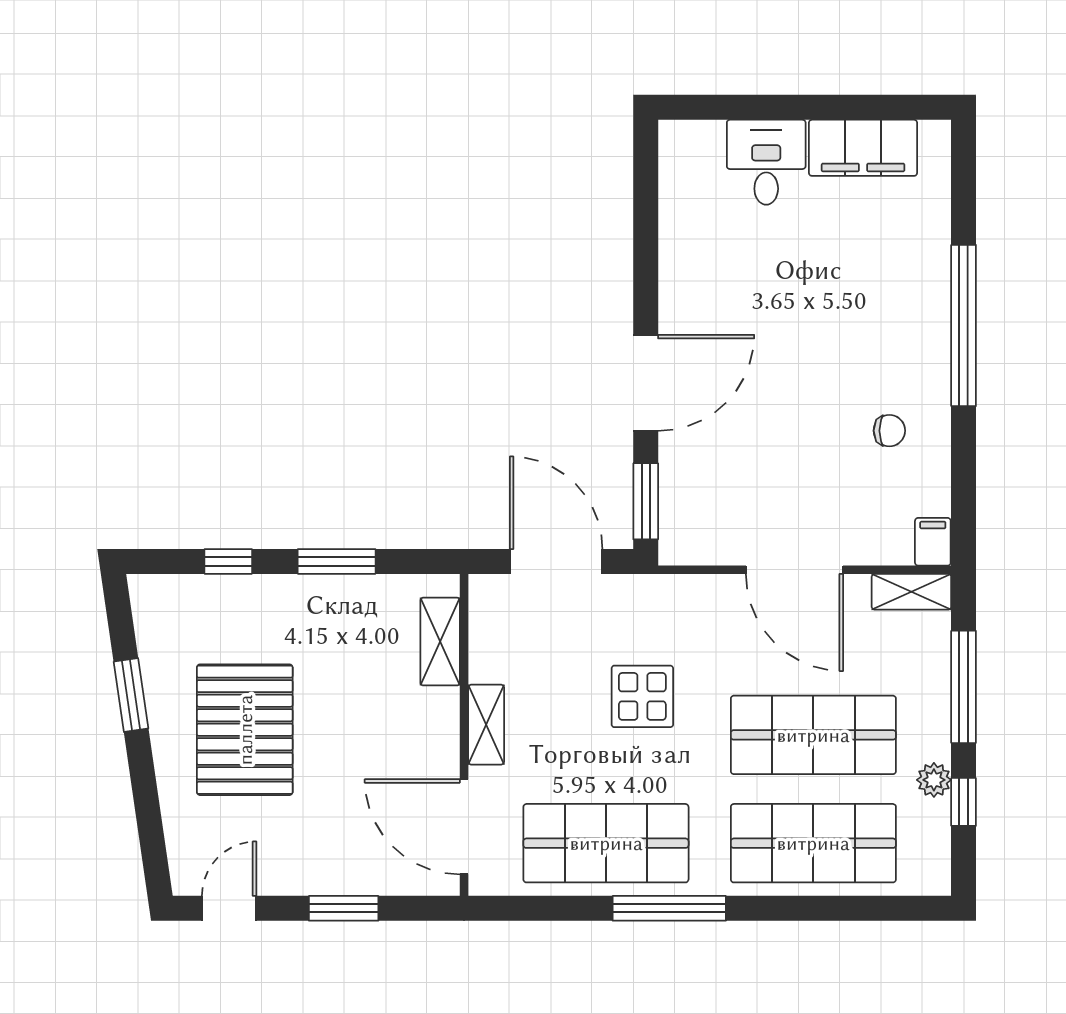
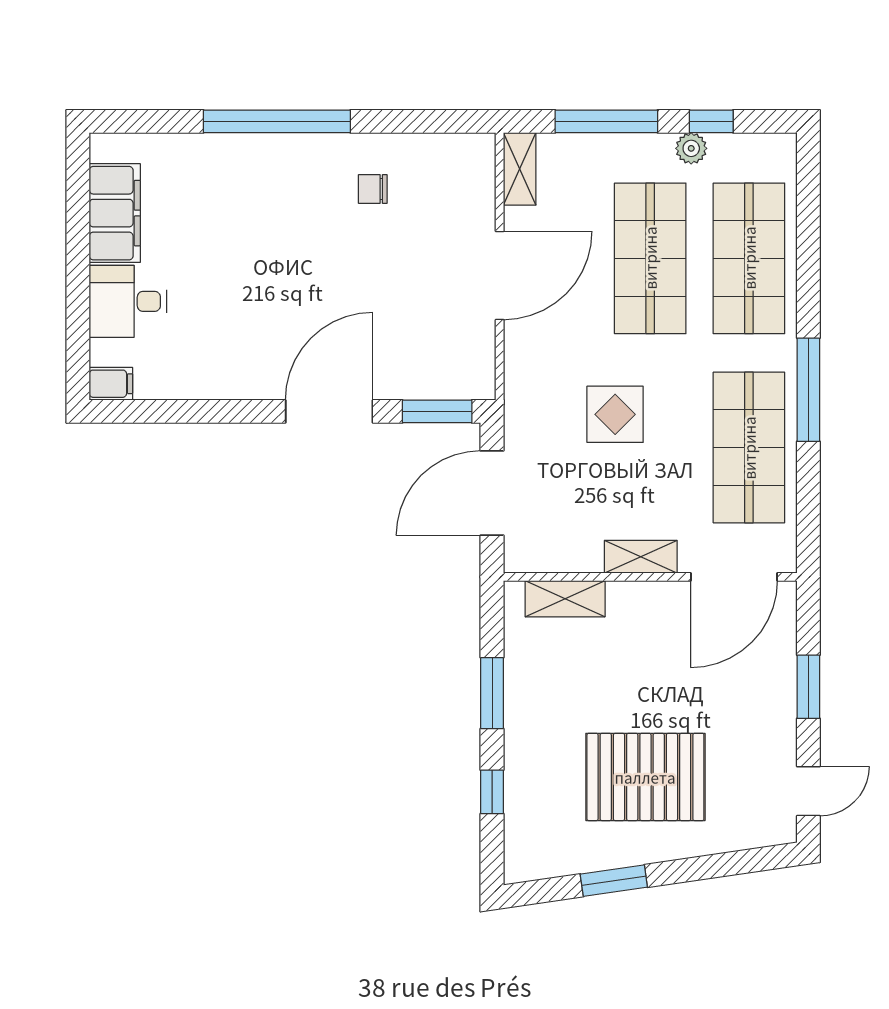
door: (646, 383) -> (329, 411), hinge flipped
chair: (889, 431) -> (373, 189), turned -90
filing cabinet: (933, 542) -> (111, 384), moved, turned 180
door: (229, 908) -> (808, 791), swing flipped

